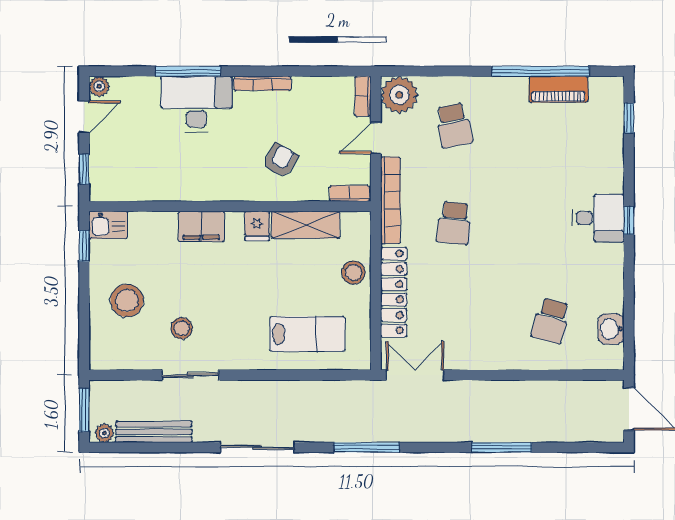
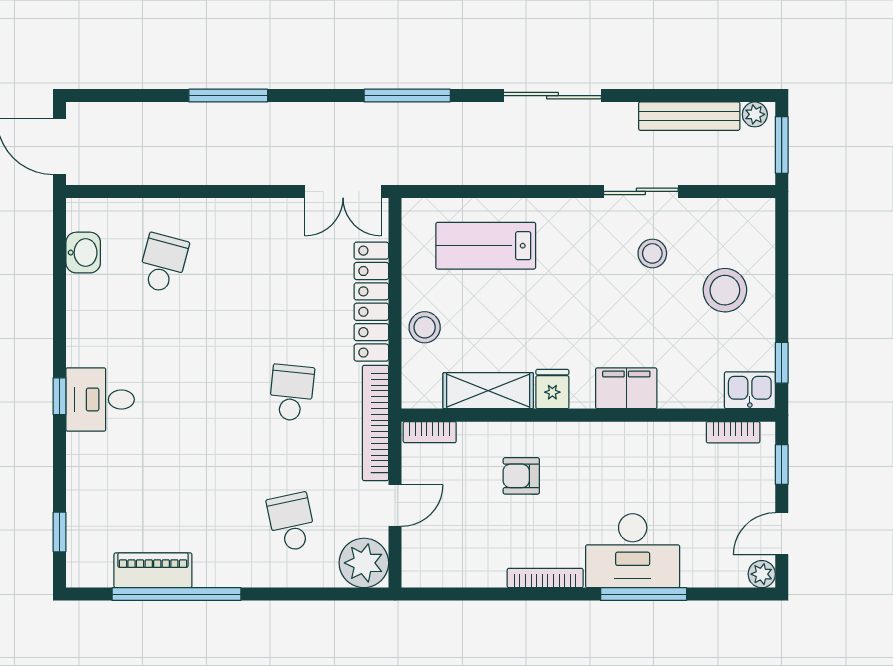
bookcase: (363, 96) -> (733, 432), moved, turned 90
armchair: (281, 160) -> (521, 476), turned 60

